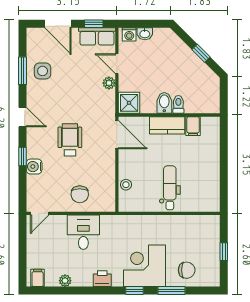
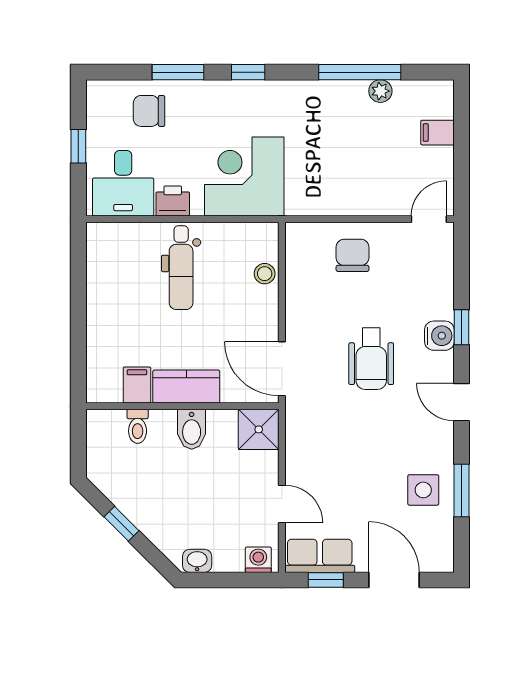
washbasin: (145, 34) -> (197, 561), moved
plant: (109, 83) -> (297, 467), removed
toilet: (178, 104) -> (138, 426), moved
water cooler: (34, 167) -> (439, 336), moved
desk: (83, 232) -> (123, 183), moved
corner desk: (144, 266) -> (244, 176), moved, turned 180
filing cabinet: (38, 278) -> (437, 133), moved, turned 90
printer: (102, 279) -> (173, 201), moved, turned 180
window: (76, 291) -> (360, 72), added

